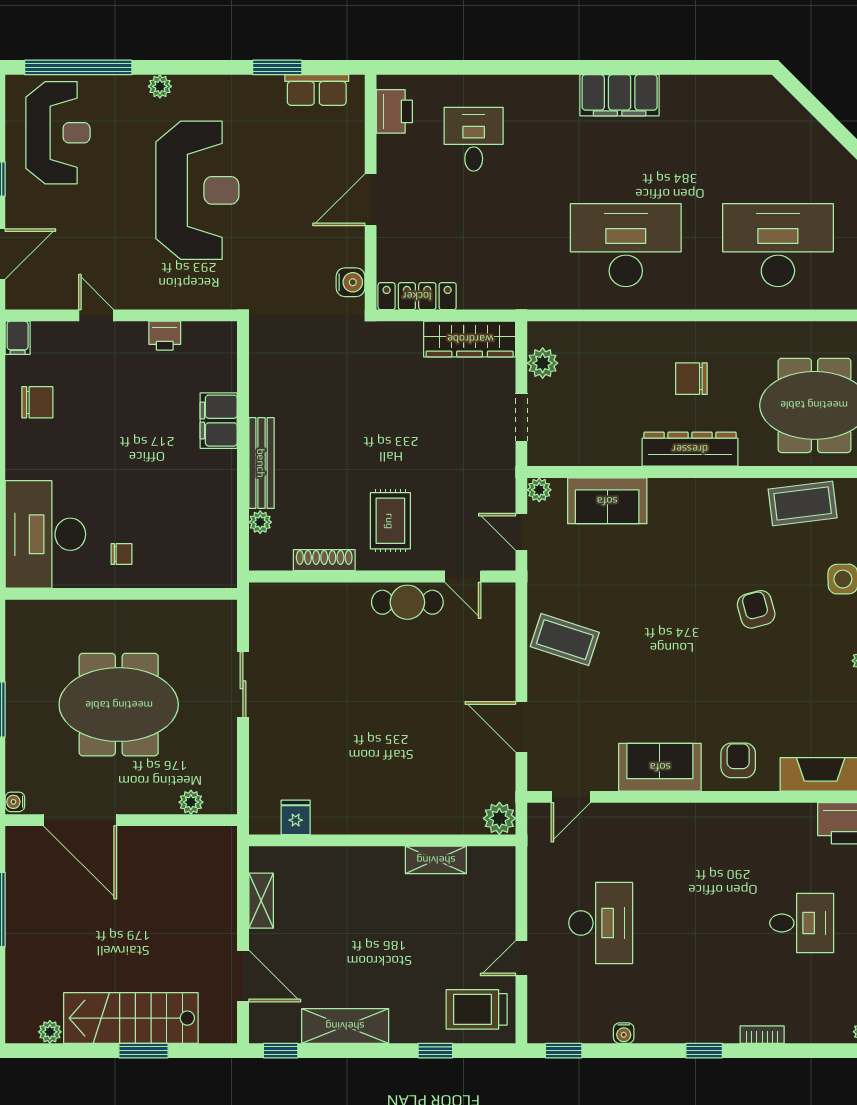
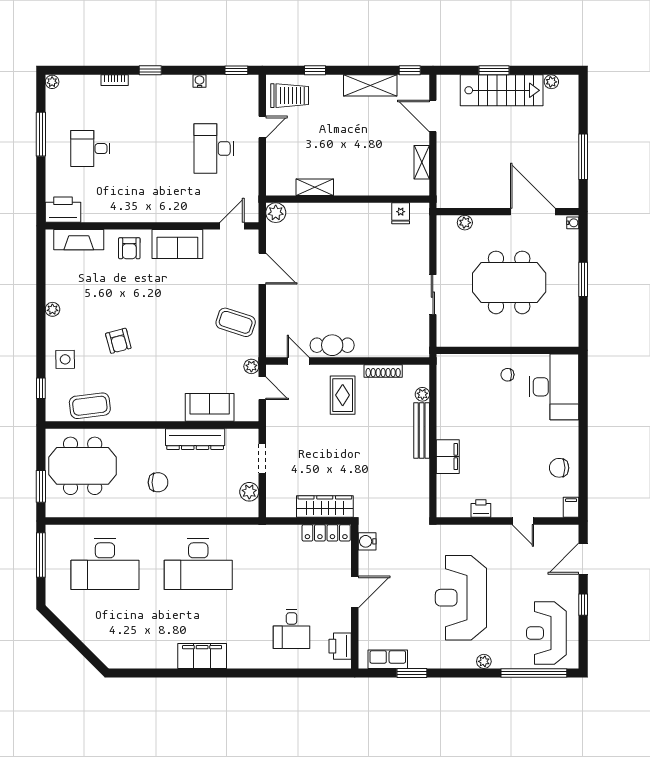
wardrobe: (470, 339) -> (325, 507), moved
dresser: (690, 449) -> (195, 439), moved
plant: (539, 490) -> (251, 366), moved

